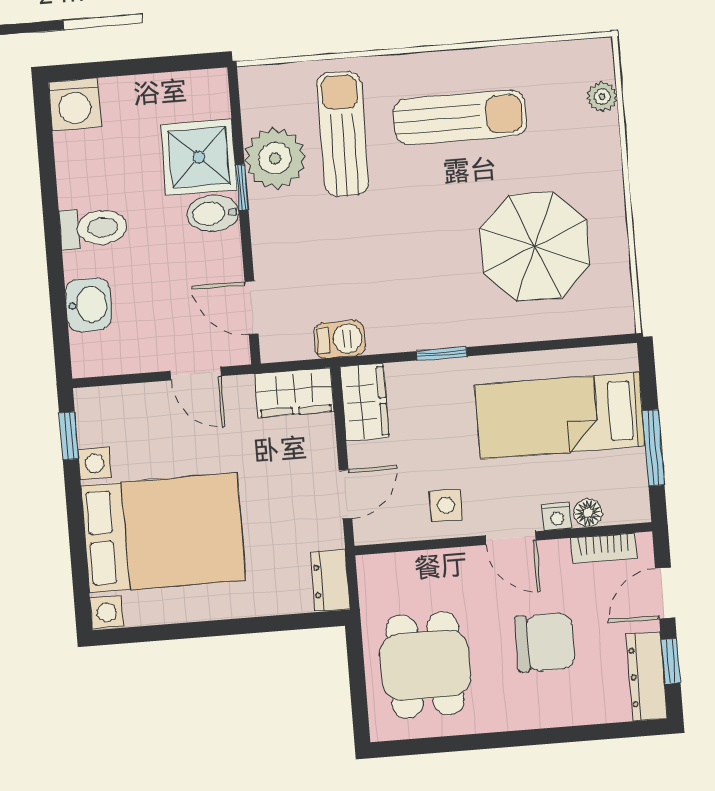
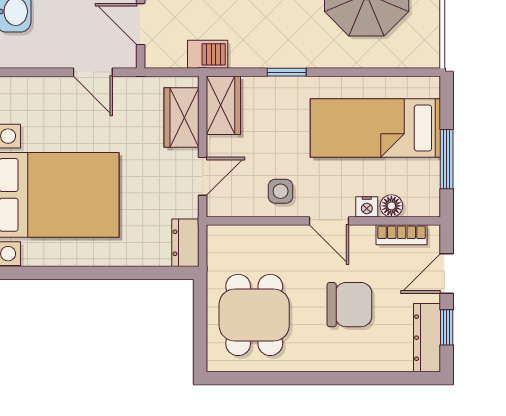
wardrobe: (294, 393) -> (182, 117), moved, turned 90

